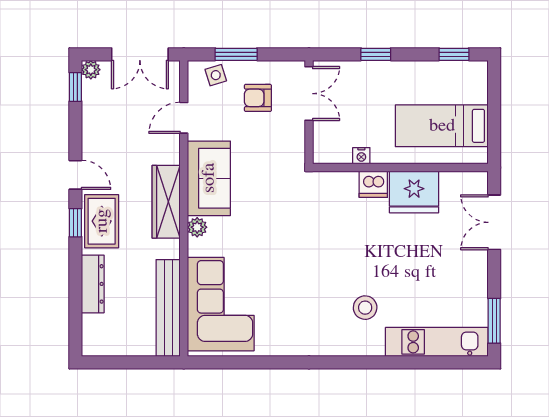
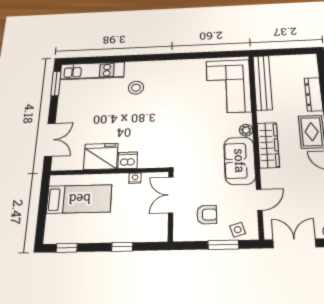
double door: (309, 94) -> (171, 195), moved

